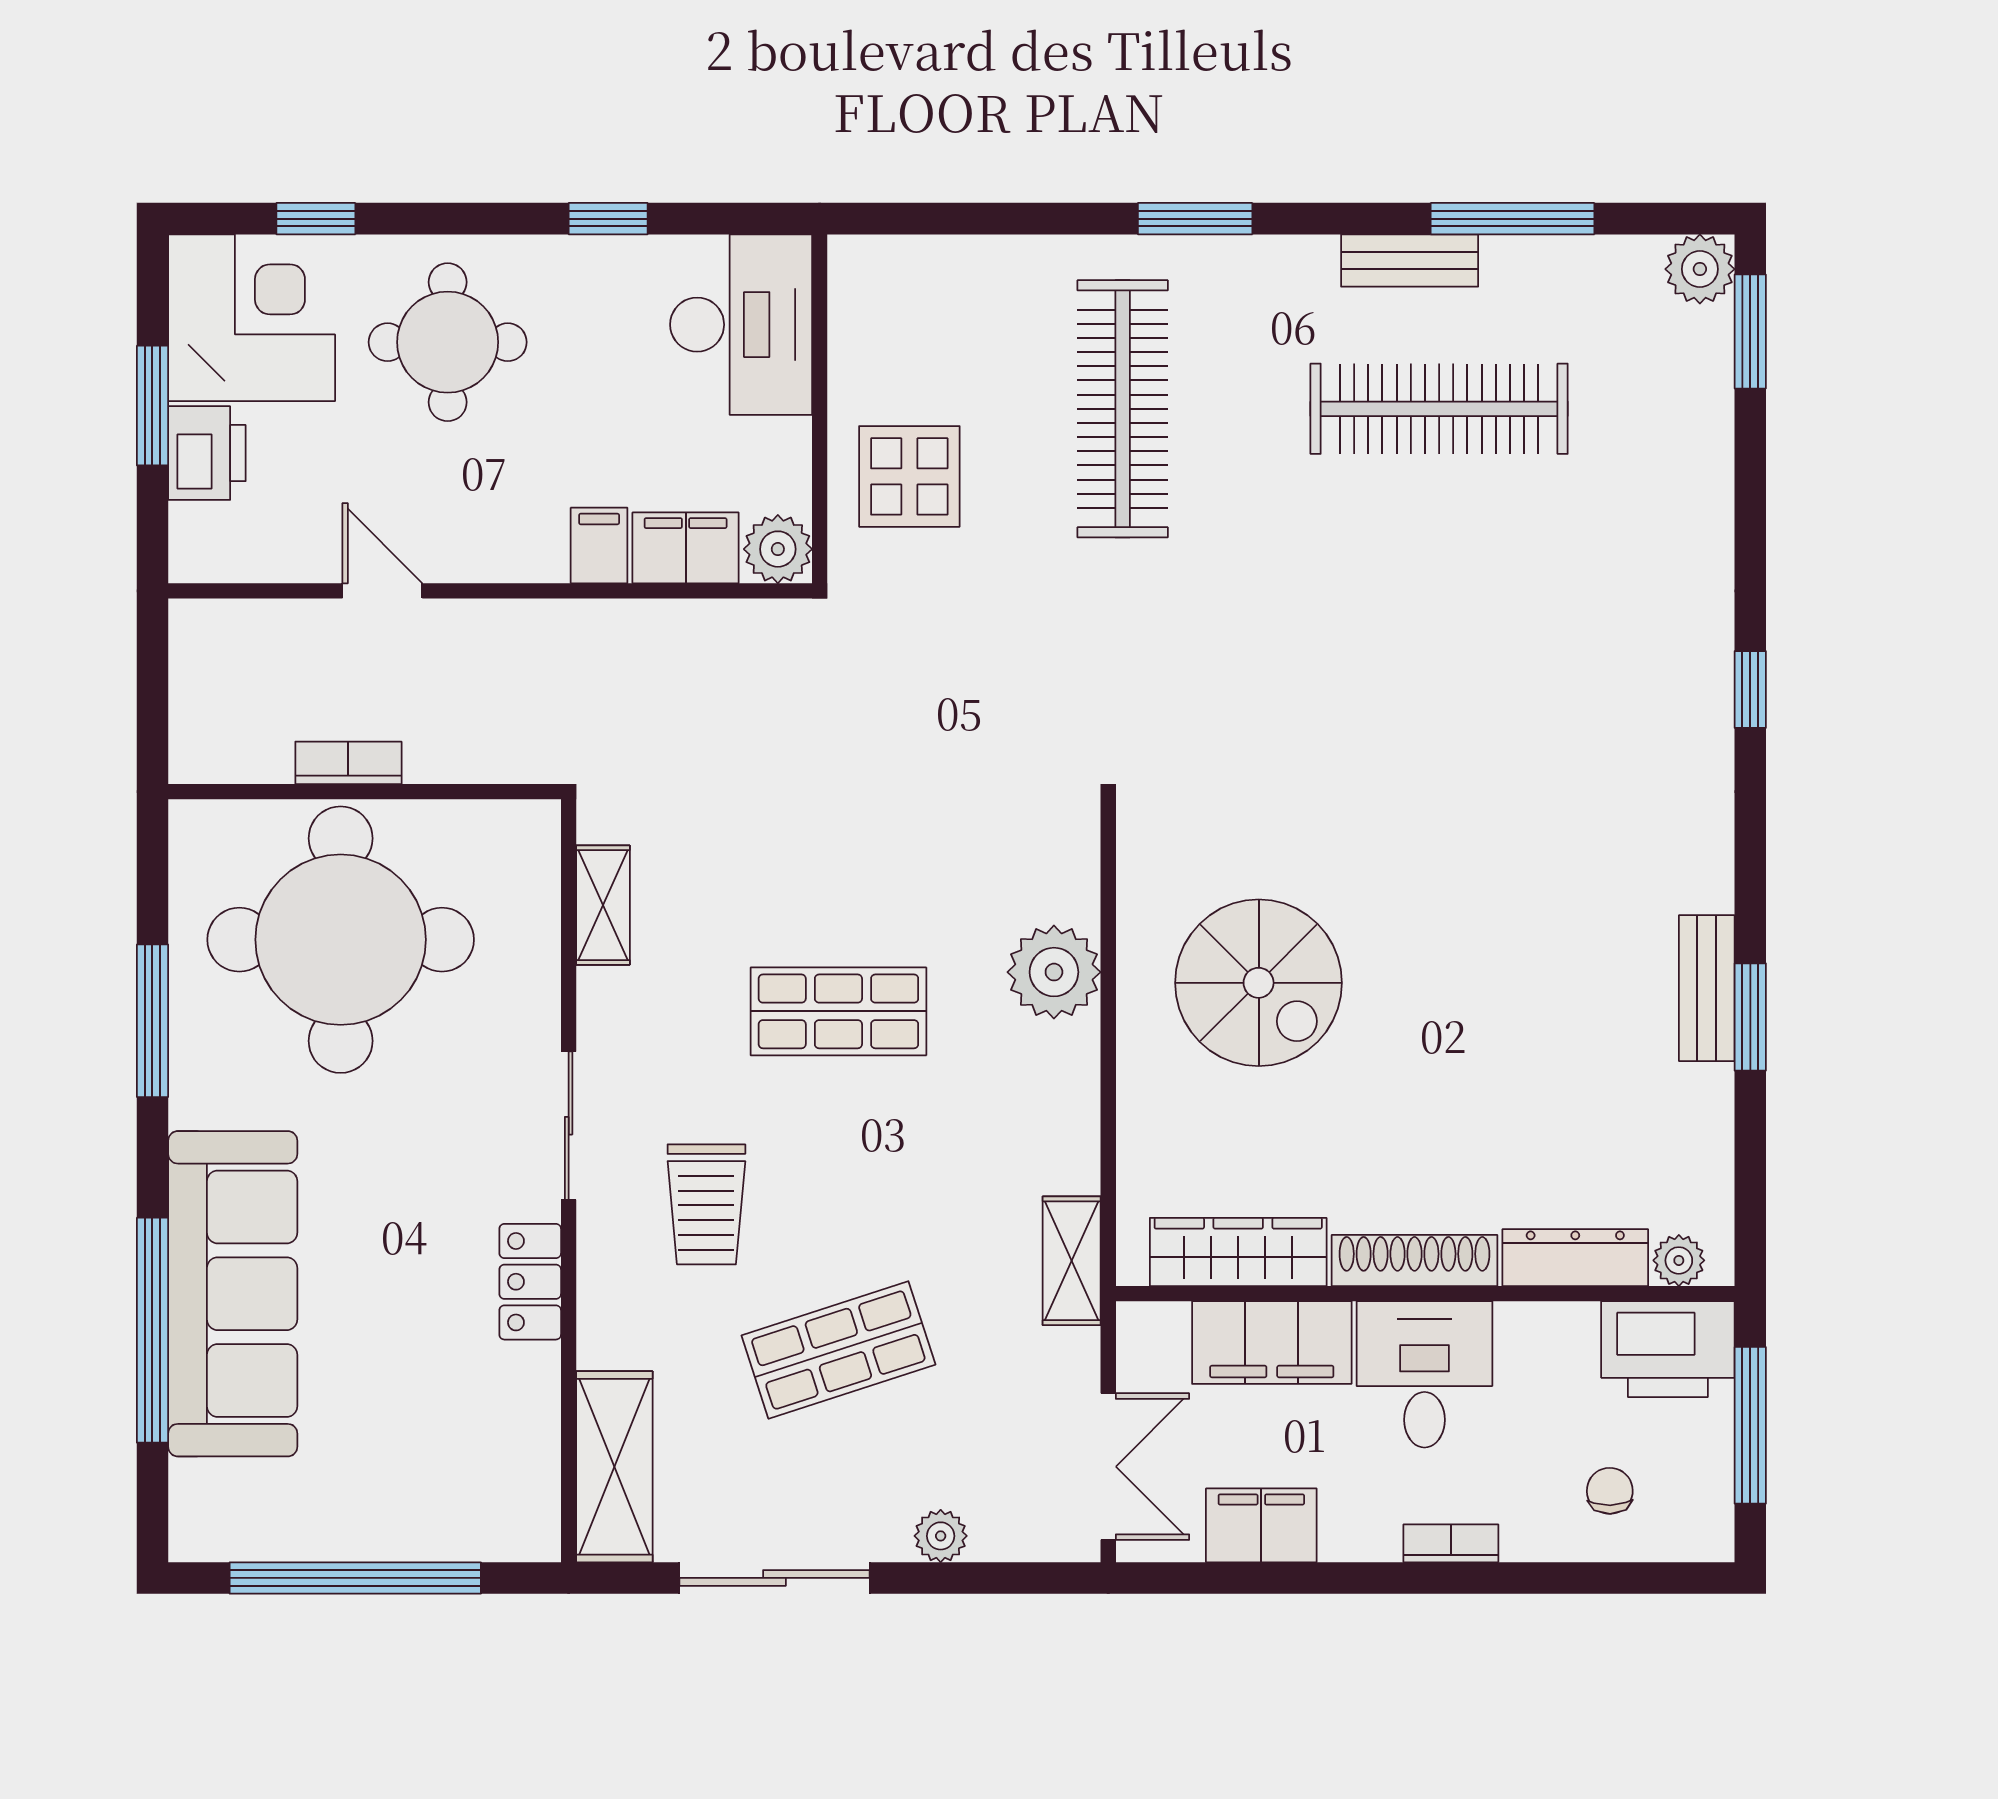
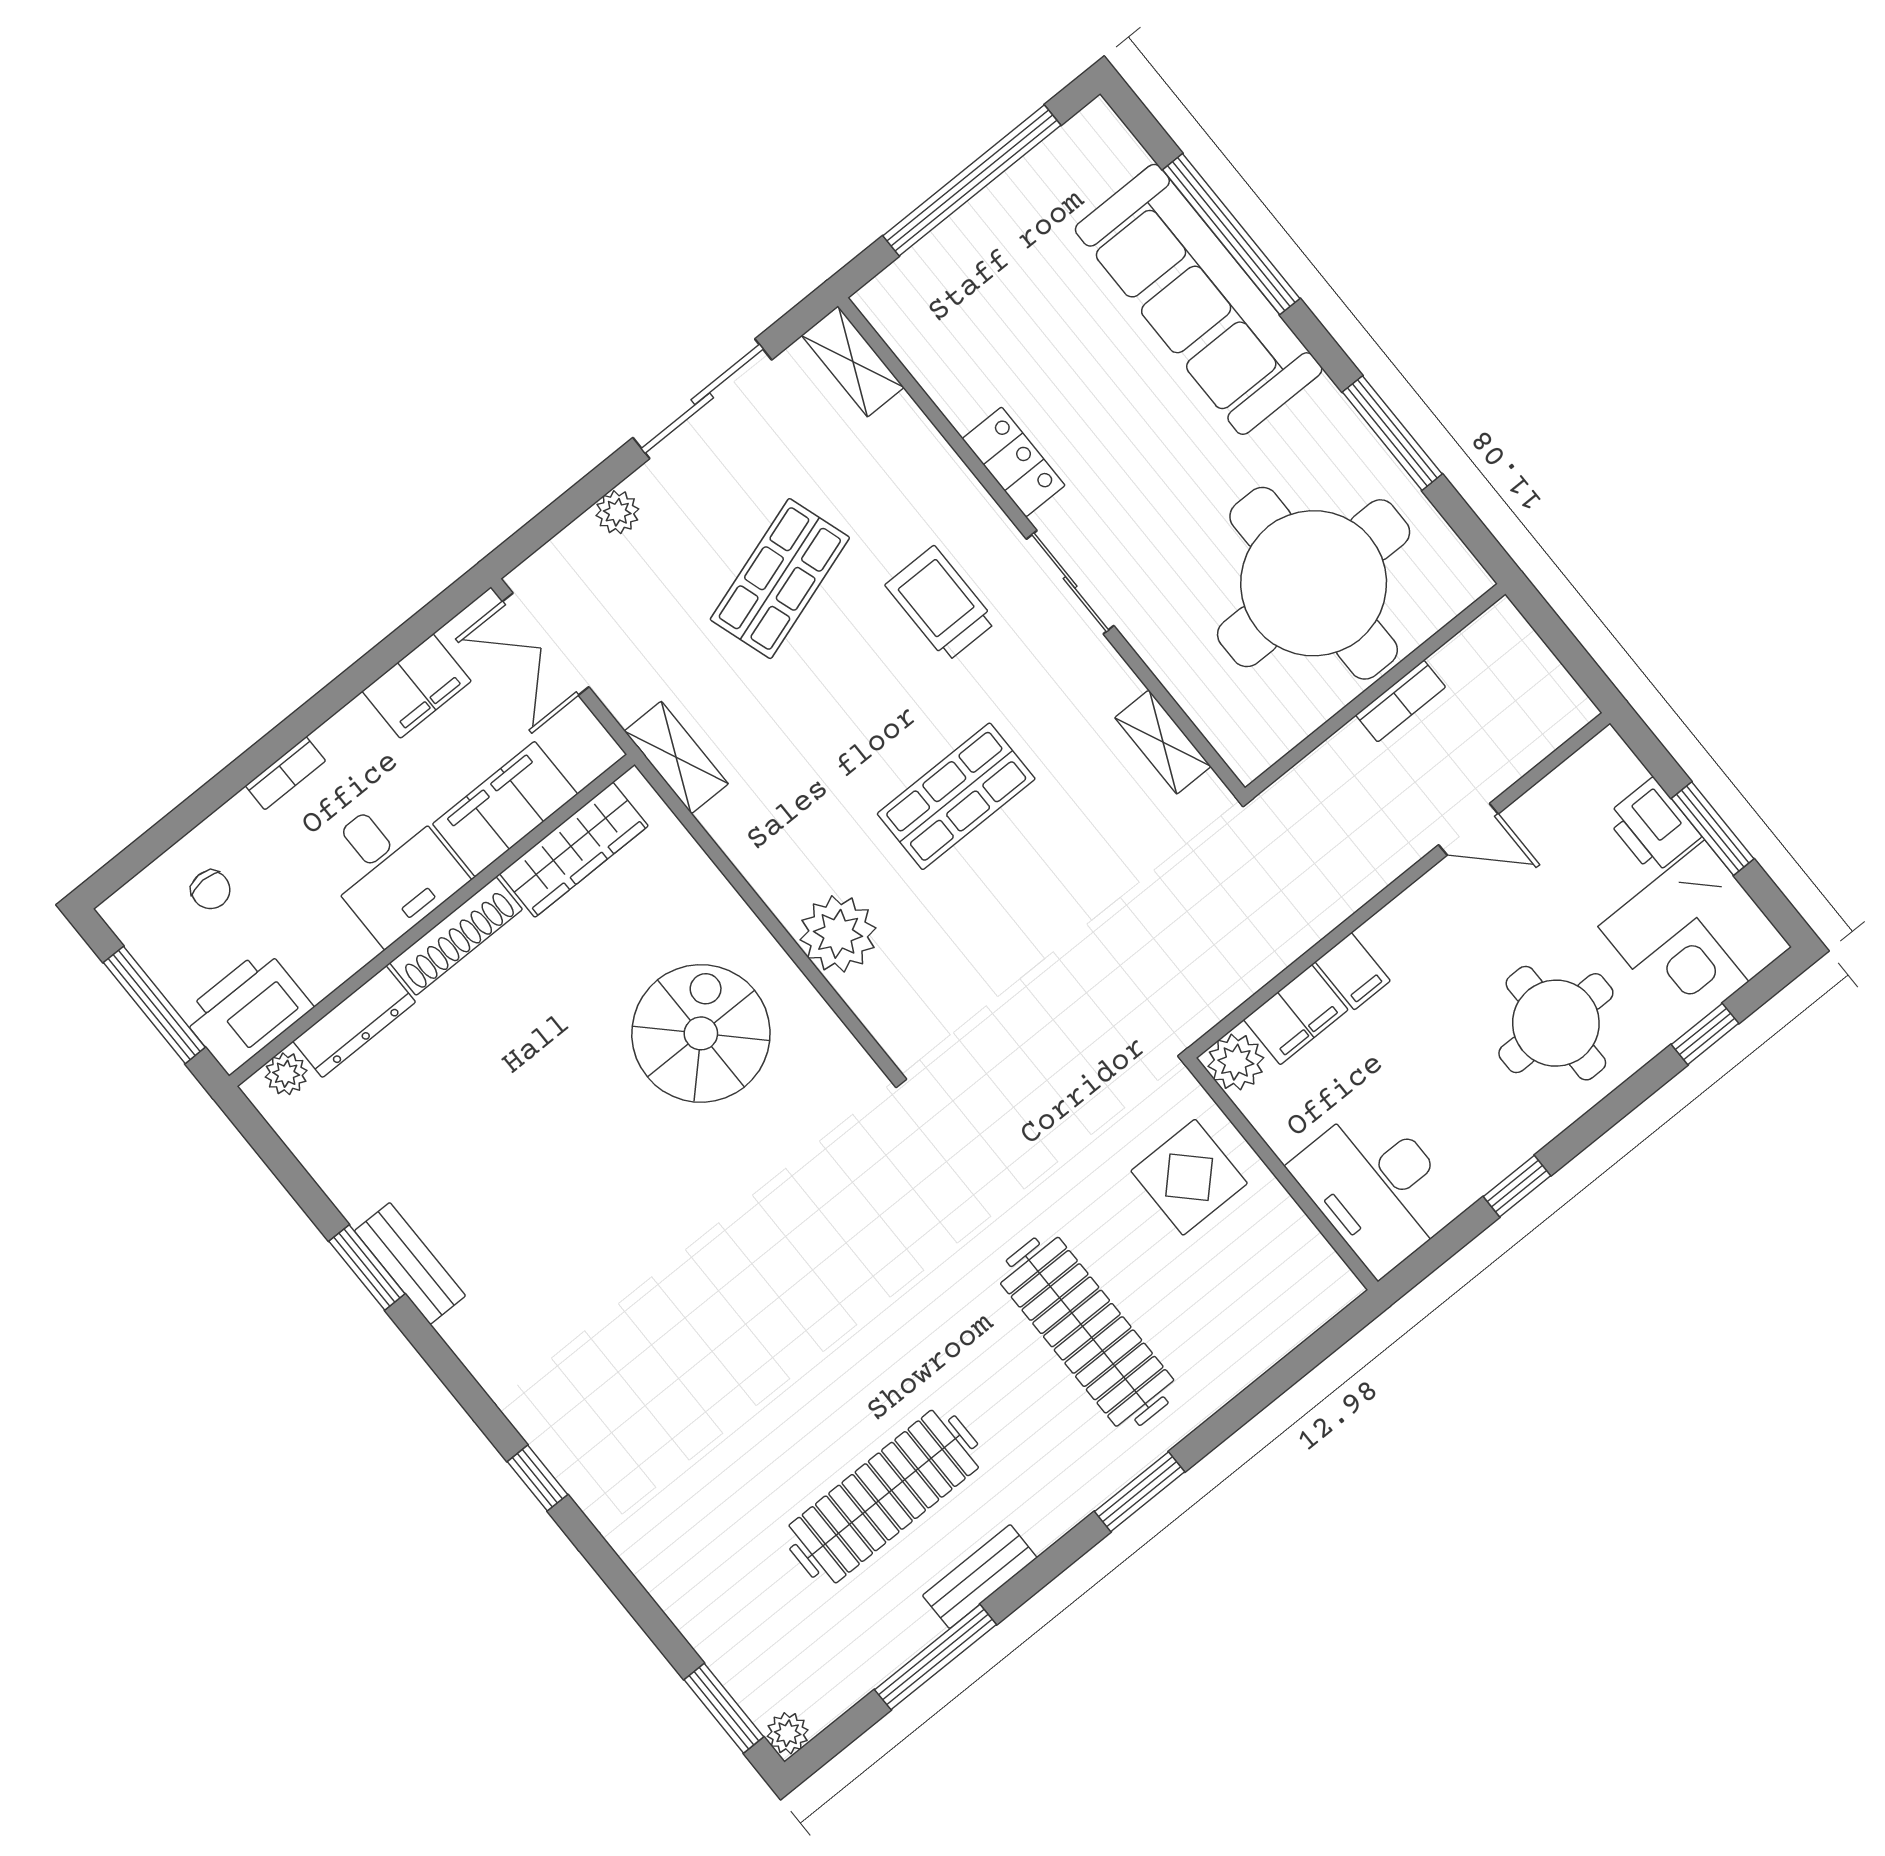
plant: (1700, 269) -> (788, 1733), width x0.73, depth x0.73
spiral stairs: (1259, 983) -> (701, 1033), turned 90
shelving: (614, 1467) -> (853, 361), width x0.67, depth x0.75

